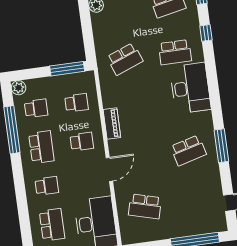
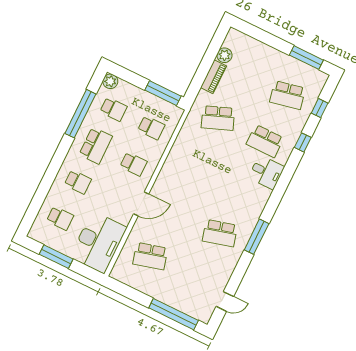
desk: (190, 88) -> (266, 172), width x0.53, depth x0.77
piano: (112, 123) -> (213, 77), moved
window: (221, 146) -> (257, 237), moved
school desk: (145, 206) -> (150, 256), turned -30
school desk: (52, 225) -> (60, 218), width x0.54

